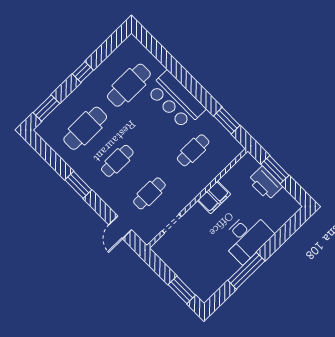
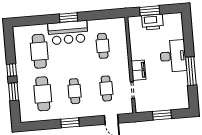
window: (46, 108) -> (13, 92), moved
window: (227, 121) -> (69, 17), moved
filing cabinet: (214, 197) -> (138, 70), moved
window: (182, 290) -> (162, 115), moved

